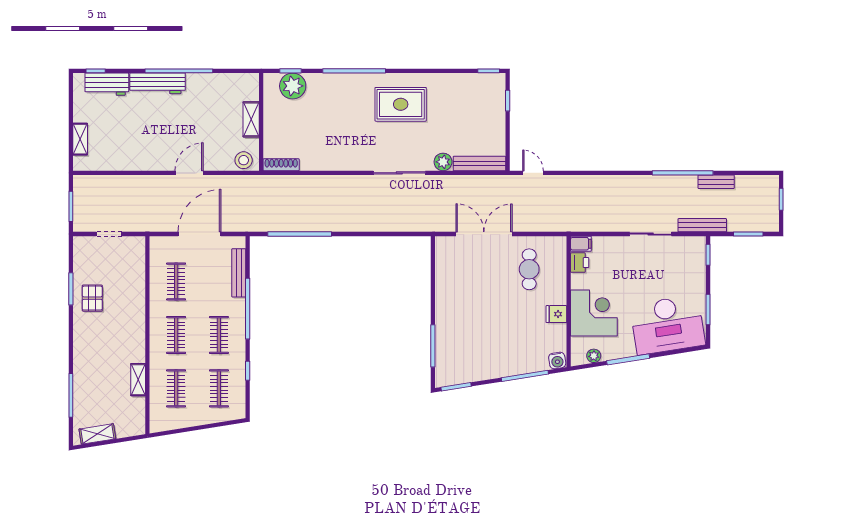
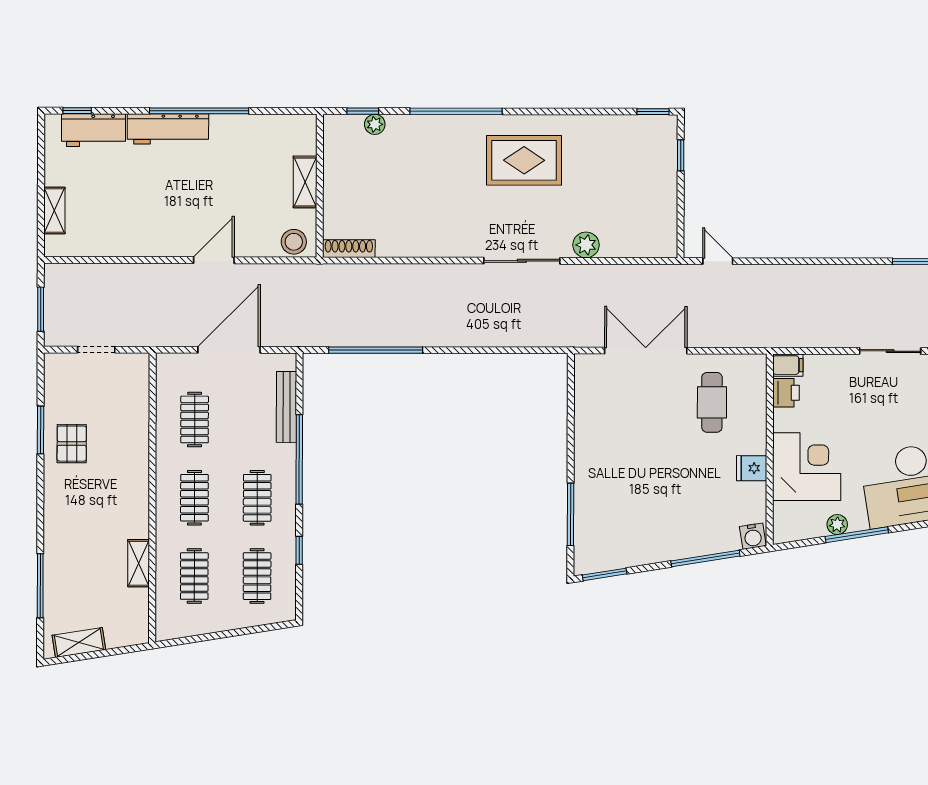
plant: (293, 86) -> (375, 124), width x0.53, depth x0.53
bench: (479, 163) -> (639, 247), removed
plant: (594, 356) -> (837, 525), moved

